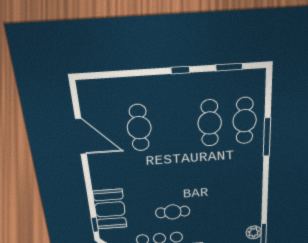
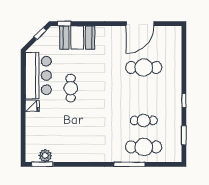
cafe table: (210, 123) -> (144, 120), width x0.73, depth x0.74

